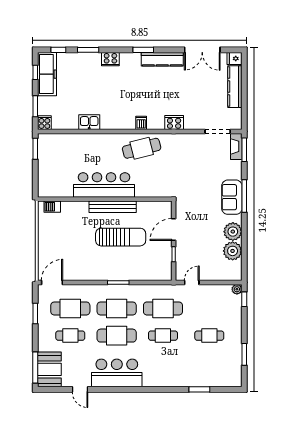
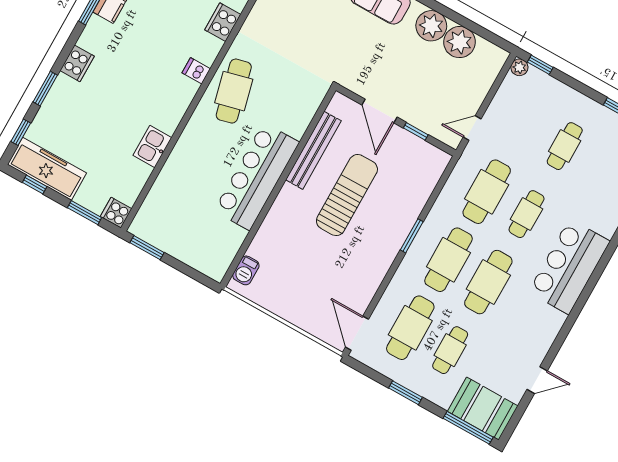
bench: (113, 207) -> (313, 150), moved
door: (192, 282) -> (472, 128), hinge flipped
window: (35, 313) -> (406, 393), moved
bar counter: (117, 373) -> (569, 267), moved

